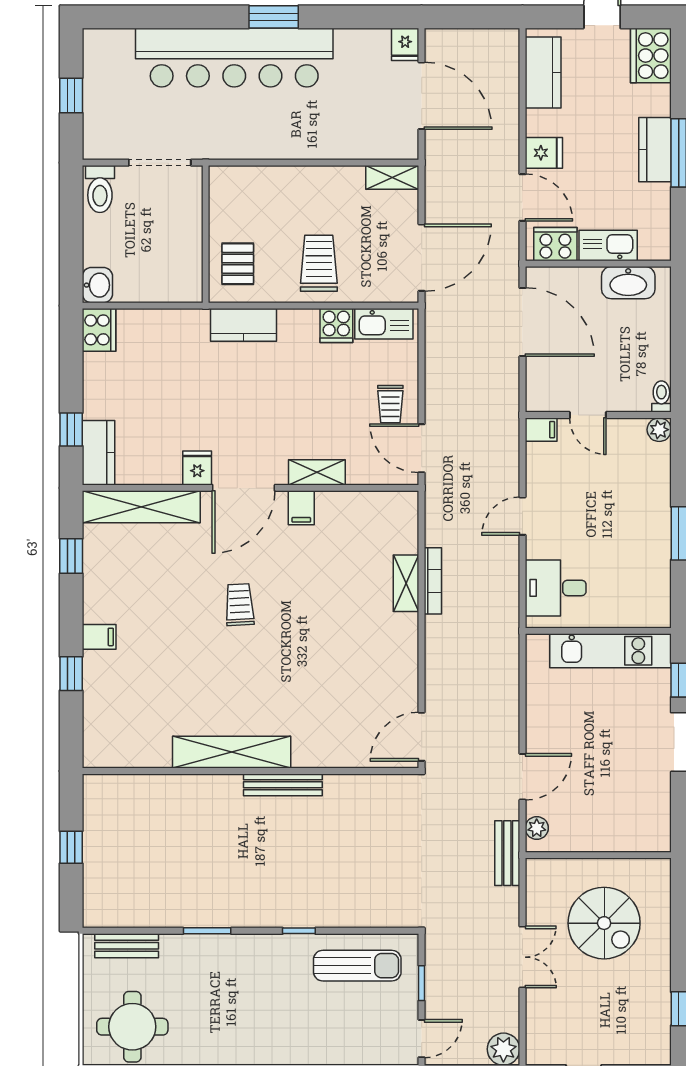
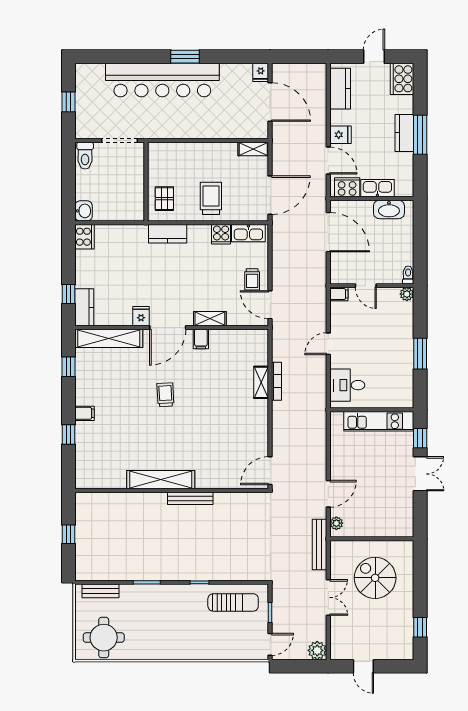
bench: (507, 853) -> (319, 544), width x1.36
spiral stairs: (604, 923) -> (375, 578), turned 180

